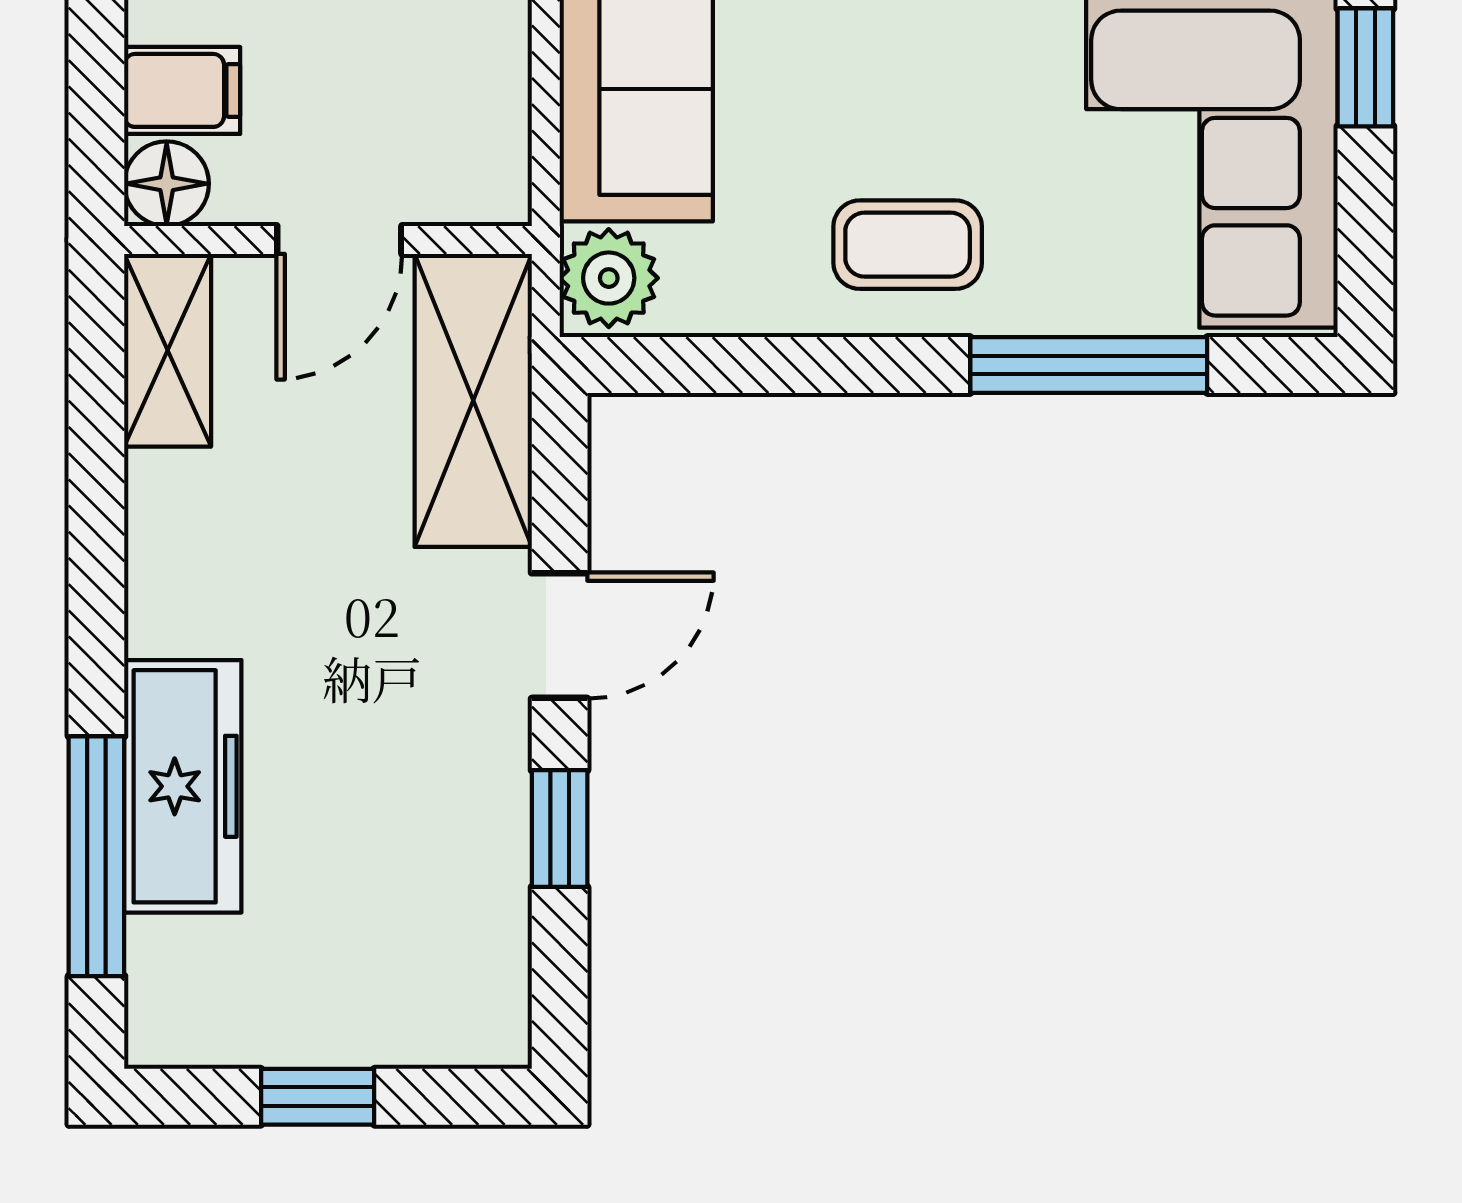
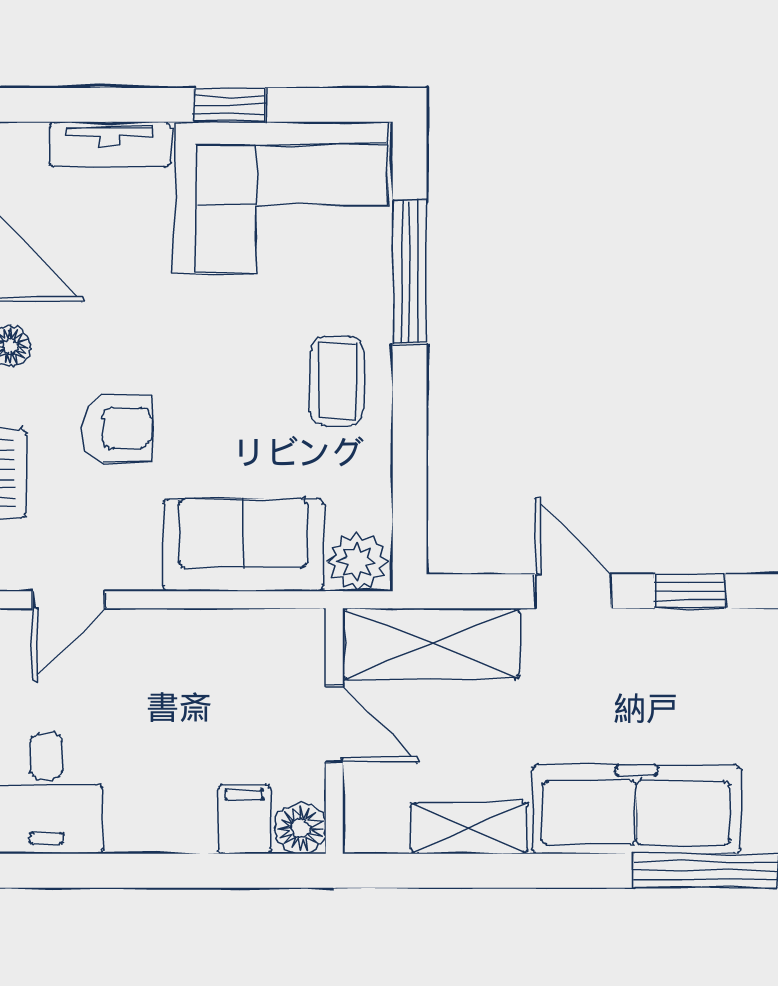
shelving: (168, 350) -> (470, 828), moved
freezer: (183, 786) -> (636, 809), width x1.36, depth x1.26

